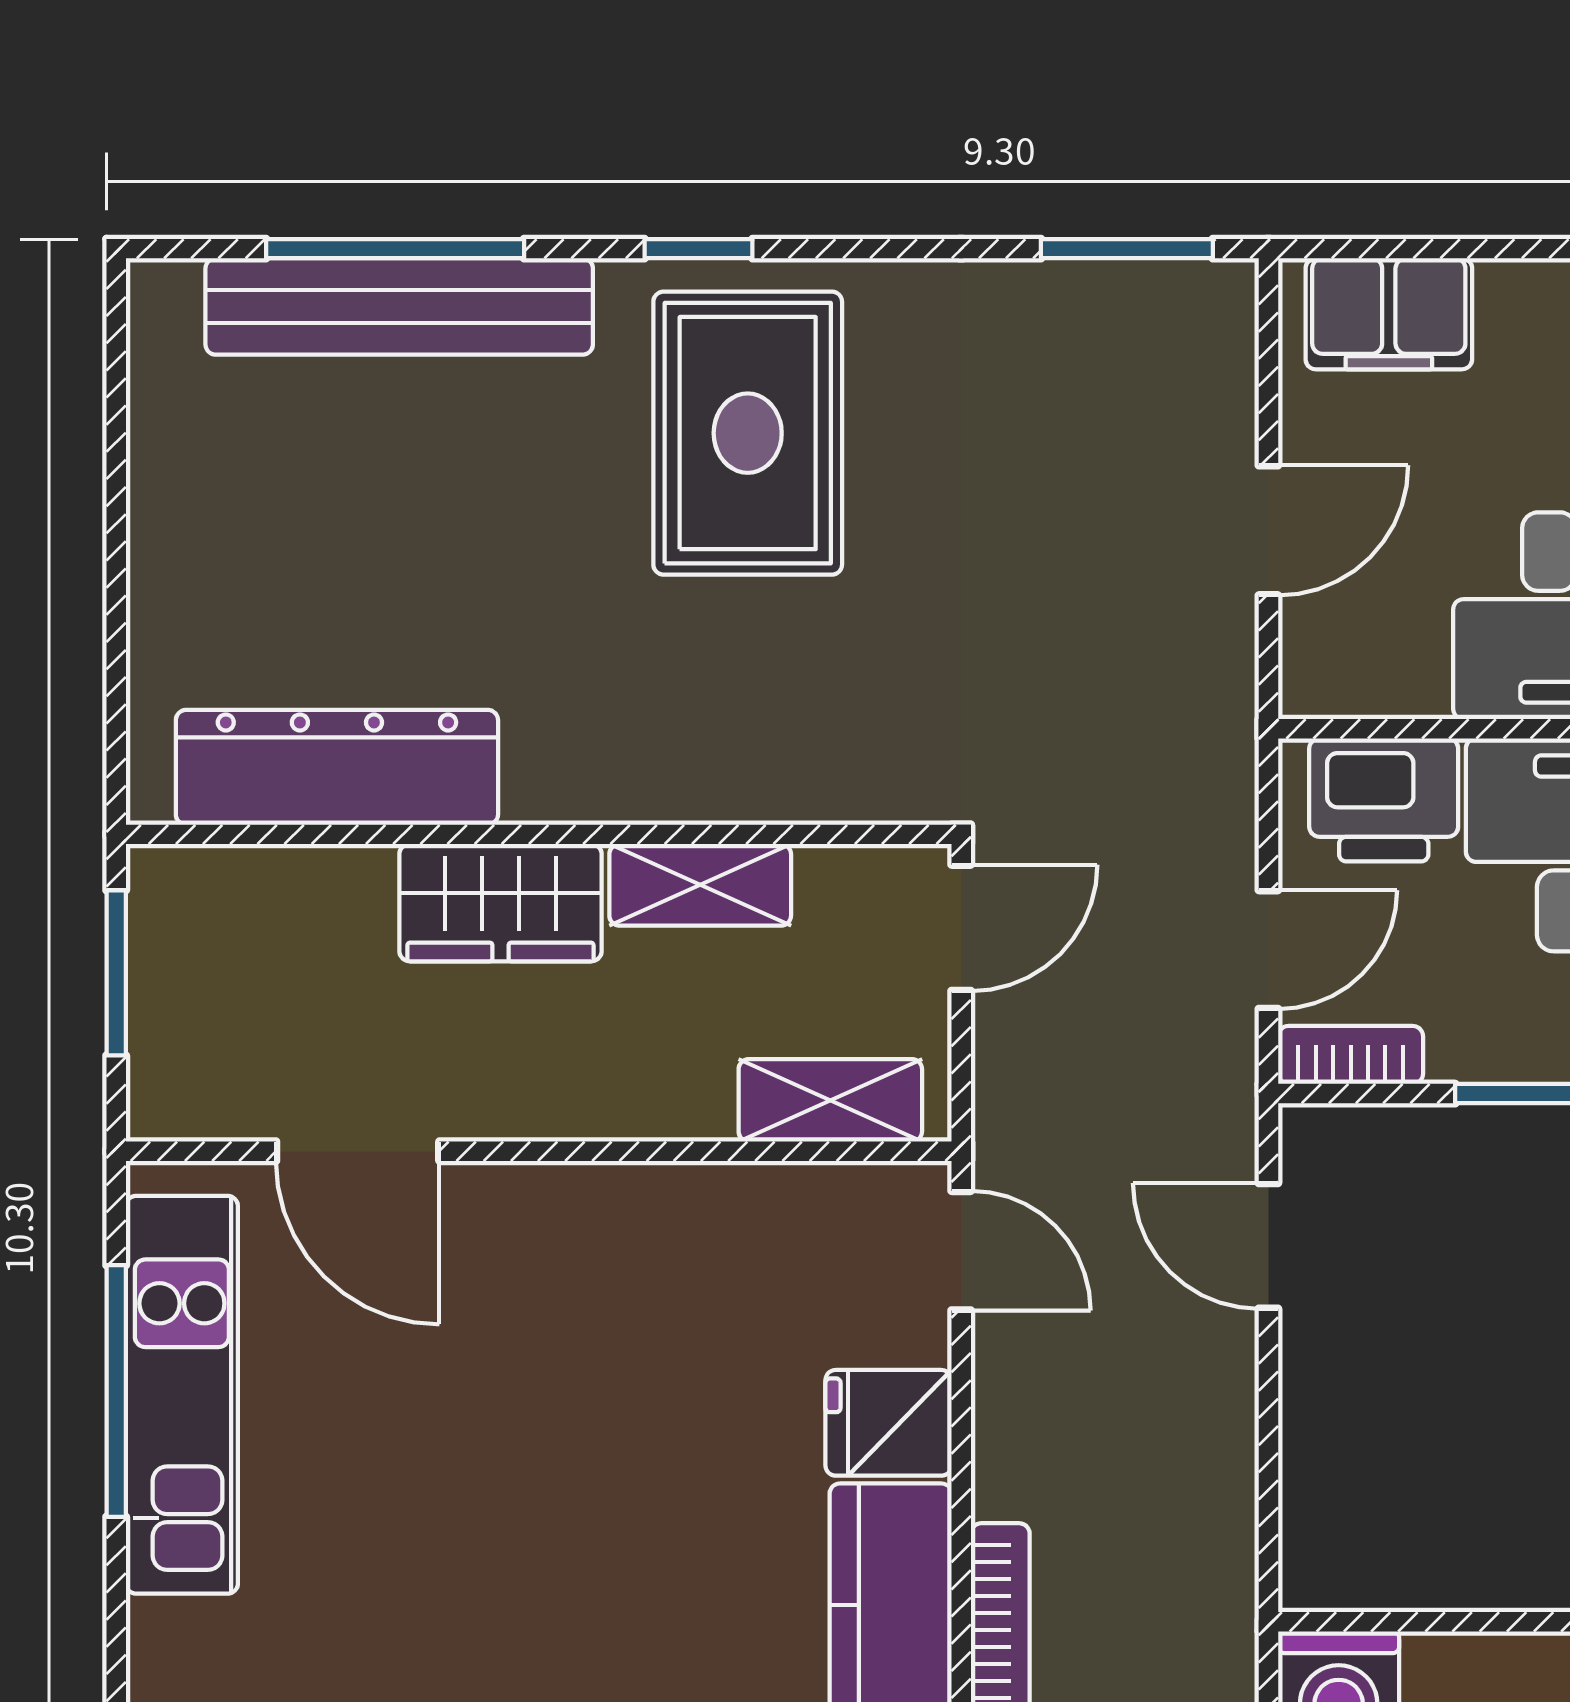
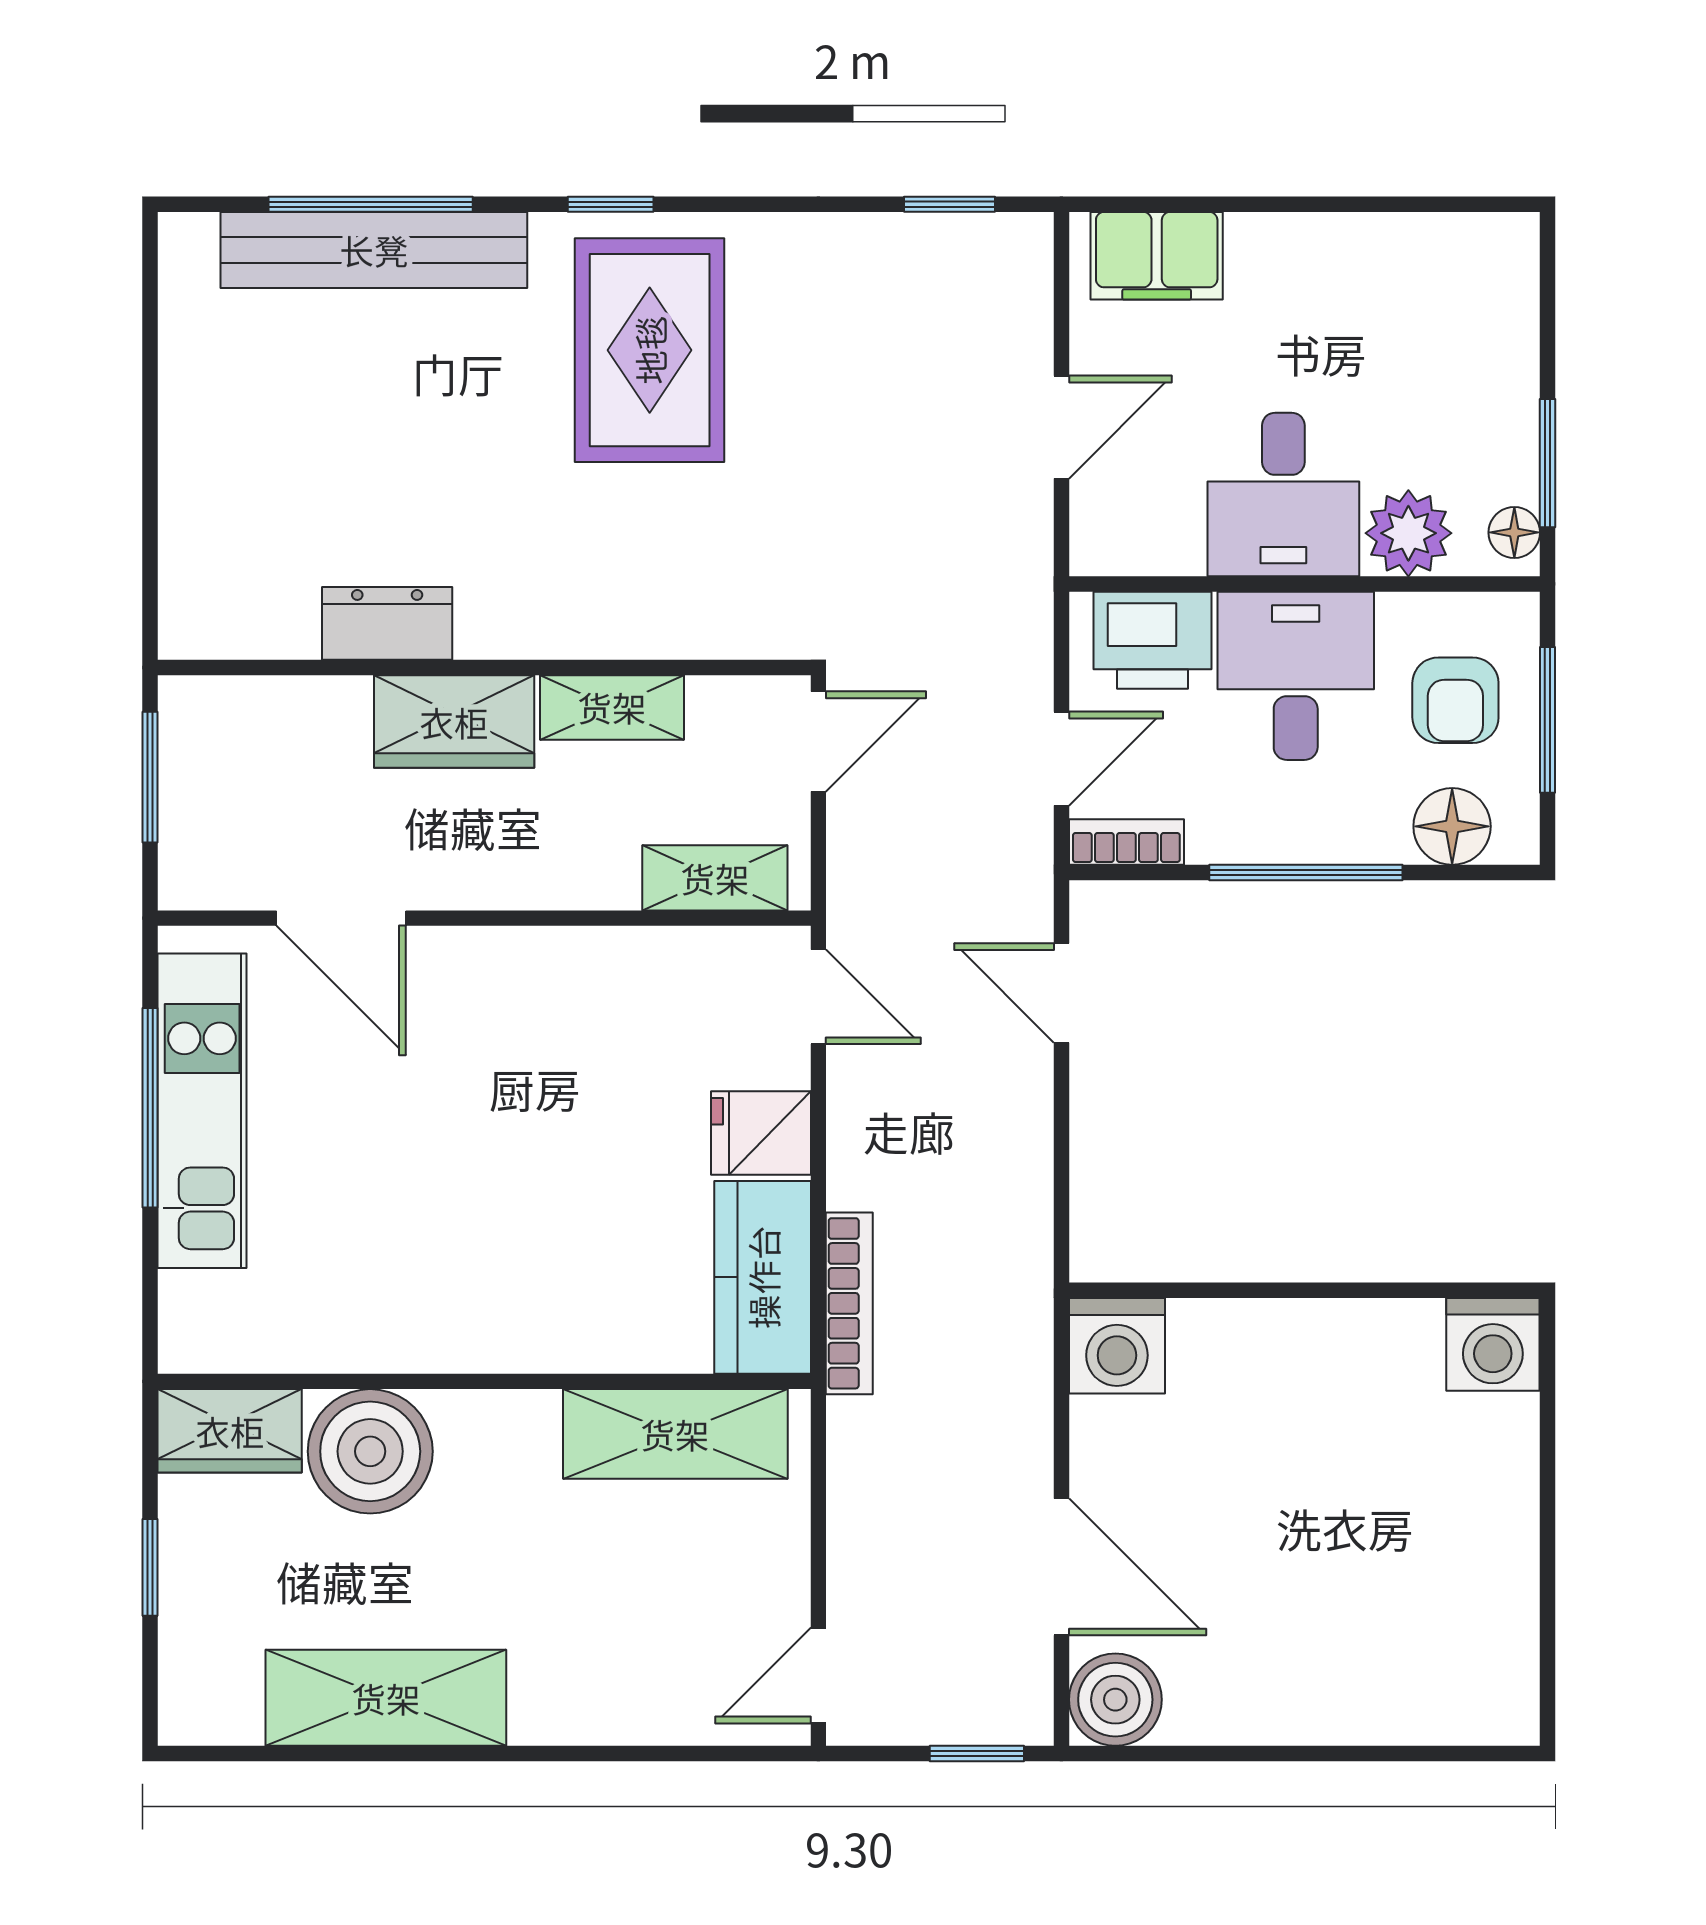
window: (1127, 249) -> (949, 204), width x0.67
dresser: (337, 767) -> (387, 623), width x0.51, depth x0.80

